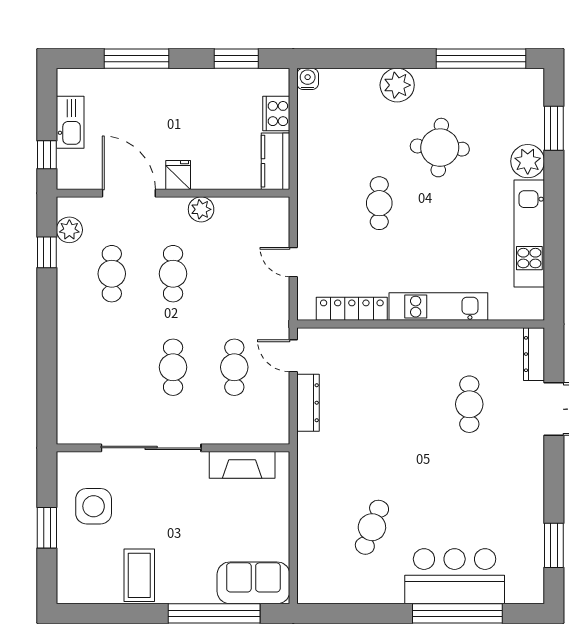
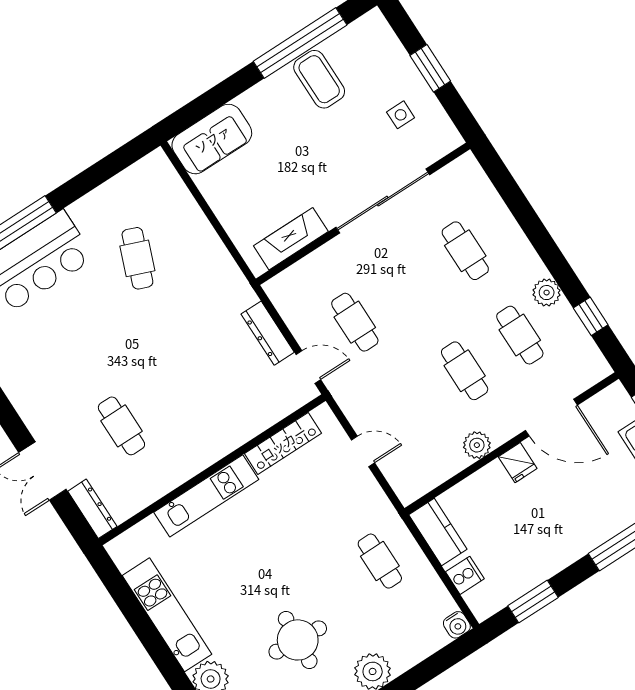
cooker: (276, 114) -> (465, 575), width x0.73
cafe table: (379, 203) -> (380, 561), moved
plant: (69, 230) -> (547, 293), moved
cafe table: (173, 367) -> (465, 251), moved
side table: (94, 506) -> (401, 115), width x0.54, depth x0.54
window: (214, 613) -> (300, 43), moved

